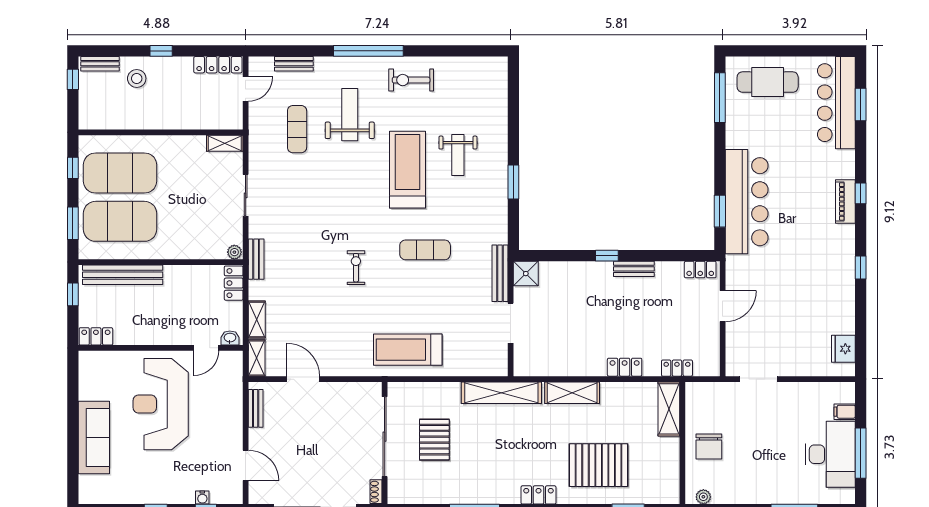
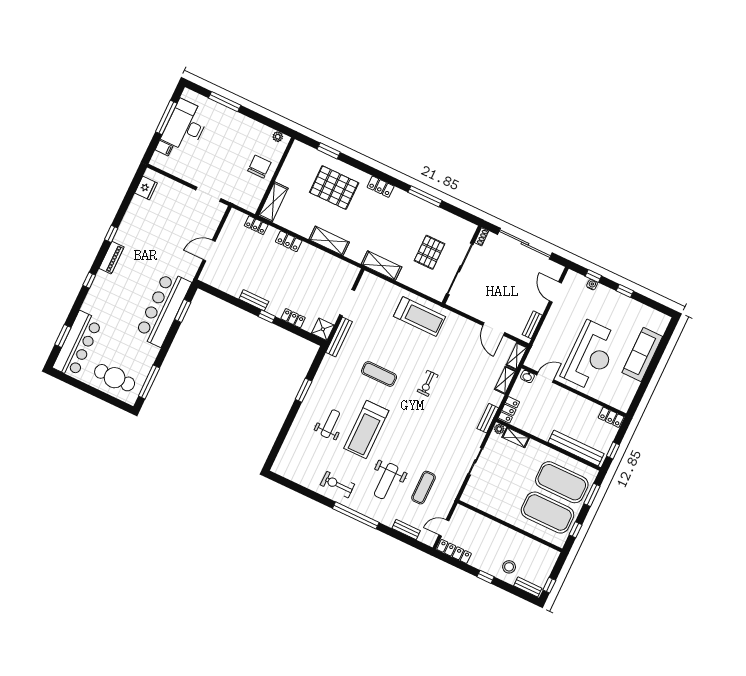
exercise bike: (411, 80) -> (337, 485), turned 180
shelving: (225, 143) -> (516, 438), moved
piano: (845, 201) -> (112, 258), moved
locker: (700, 270) -> (293, 318), moved
shelving: (501, 393) -> (381, 266), width x0.68

